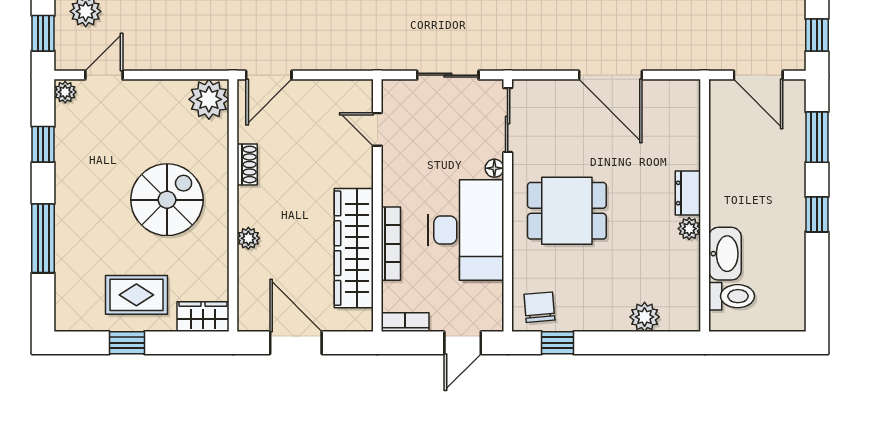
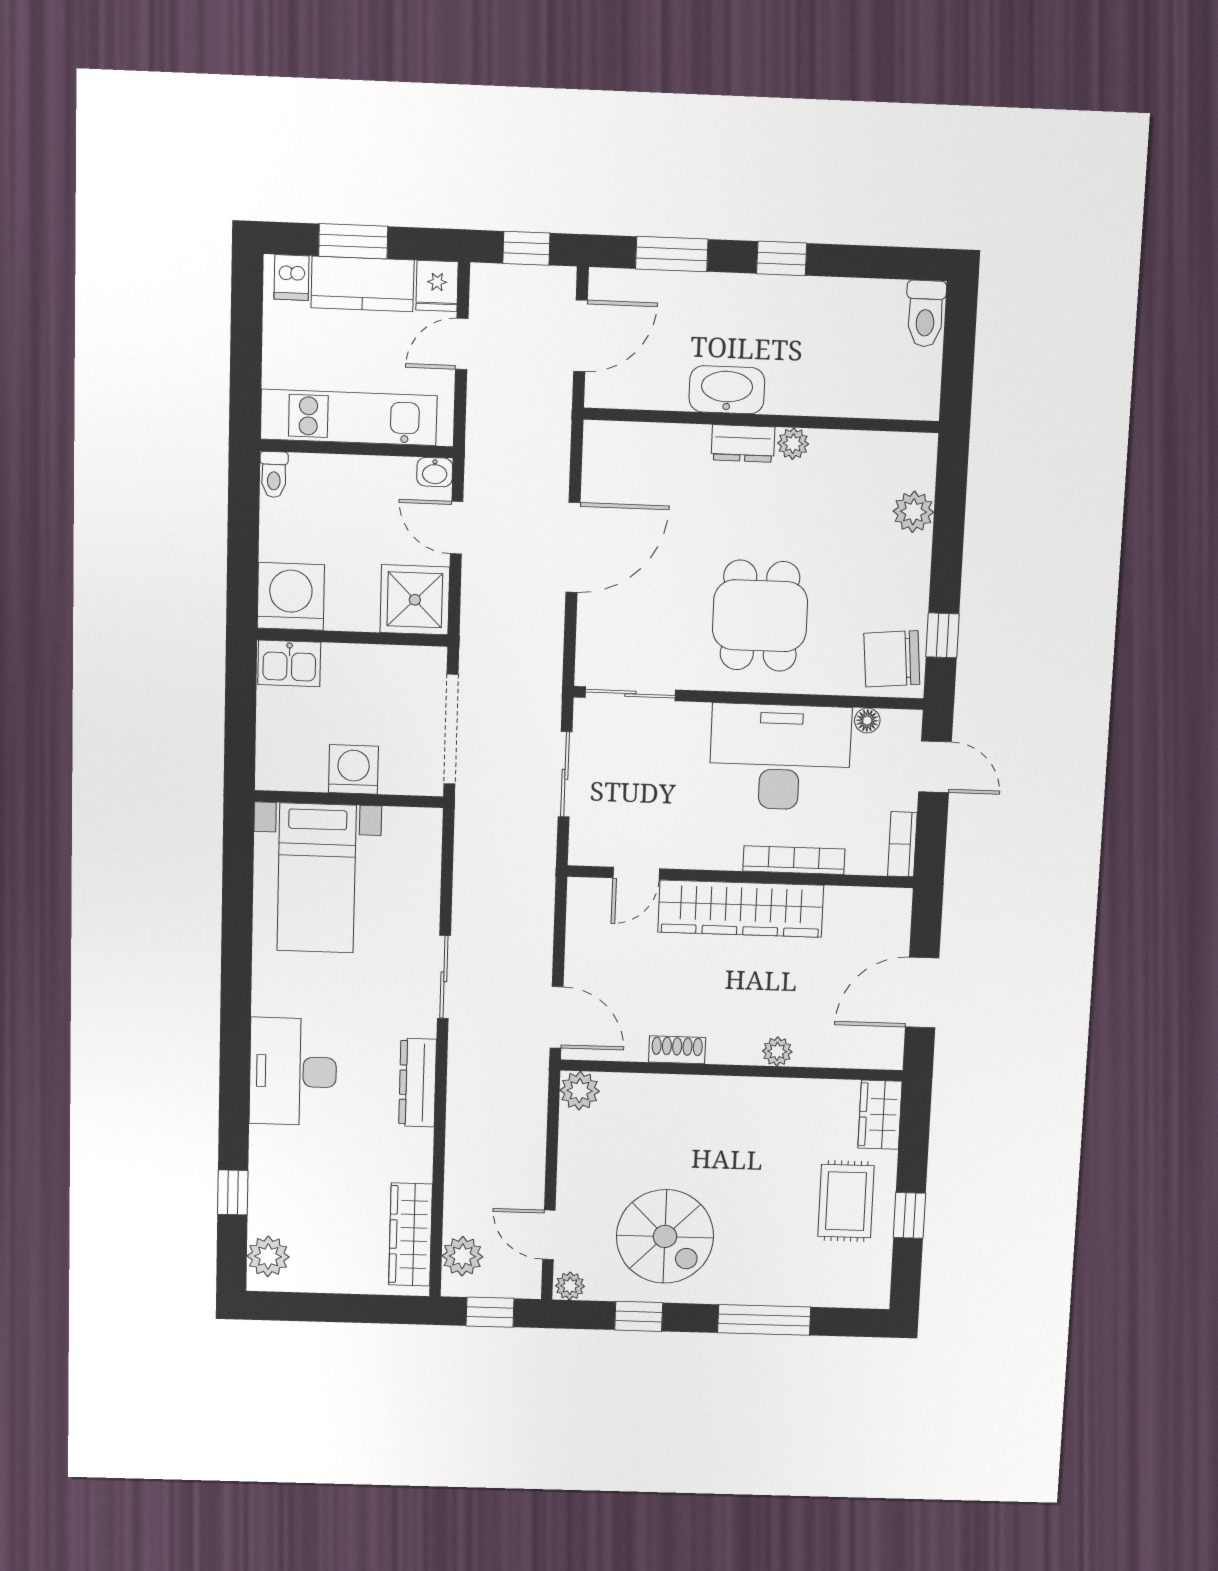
plant: (209, 99) -> (580, 1091), width x0.73, depth x0.73
floor lamp: (494, 168) -> (867, 720), moved
spiral stairs: (167, 200) -> (665, 1236), moved, turned 180
wardrobe: (354, 248) -> (741, 909), moved
washbasin: (725, 254) -> (727, 390), moved
toilet: (732, 296) -> (925, 314), moved, turned 180
chair: (539, 307) -> (892, 659), width x1.37, depth x1.37

